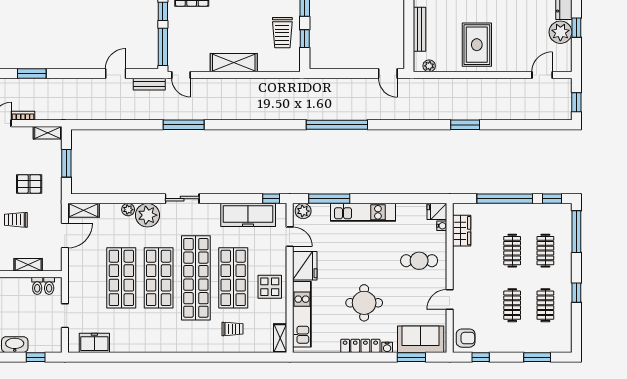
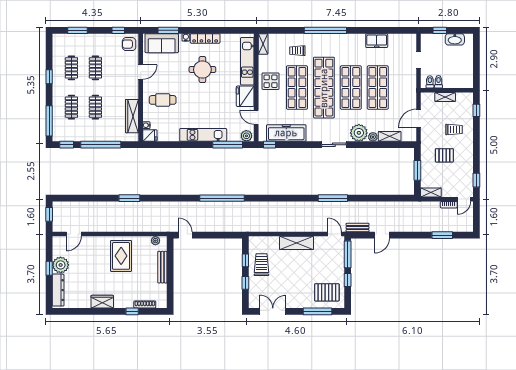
shelving: (84, 210) -> (390, 136), moved
wardrobe: (462, 231) -> (132, 116), width x1.50
freezer: (94, 343) -> (377, 41), moved
window: (194, 357) -> (325, 30), added

